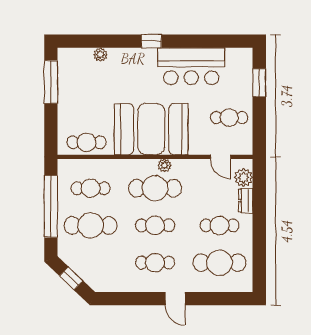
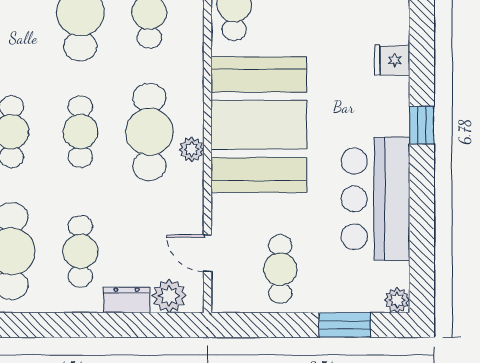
plant: (100, 55) -> (397, 300), moved
fridge: (116, 57) -> (392, 60), added
door: (221, 157) -> (207, 253), hinge flipped

